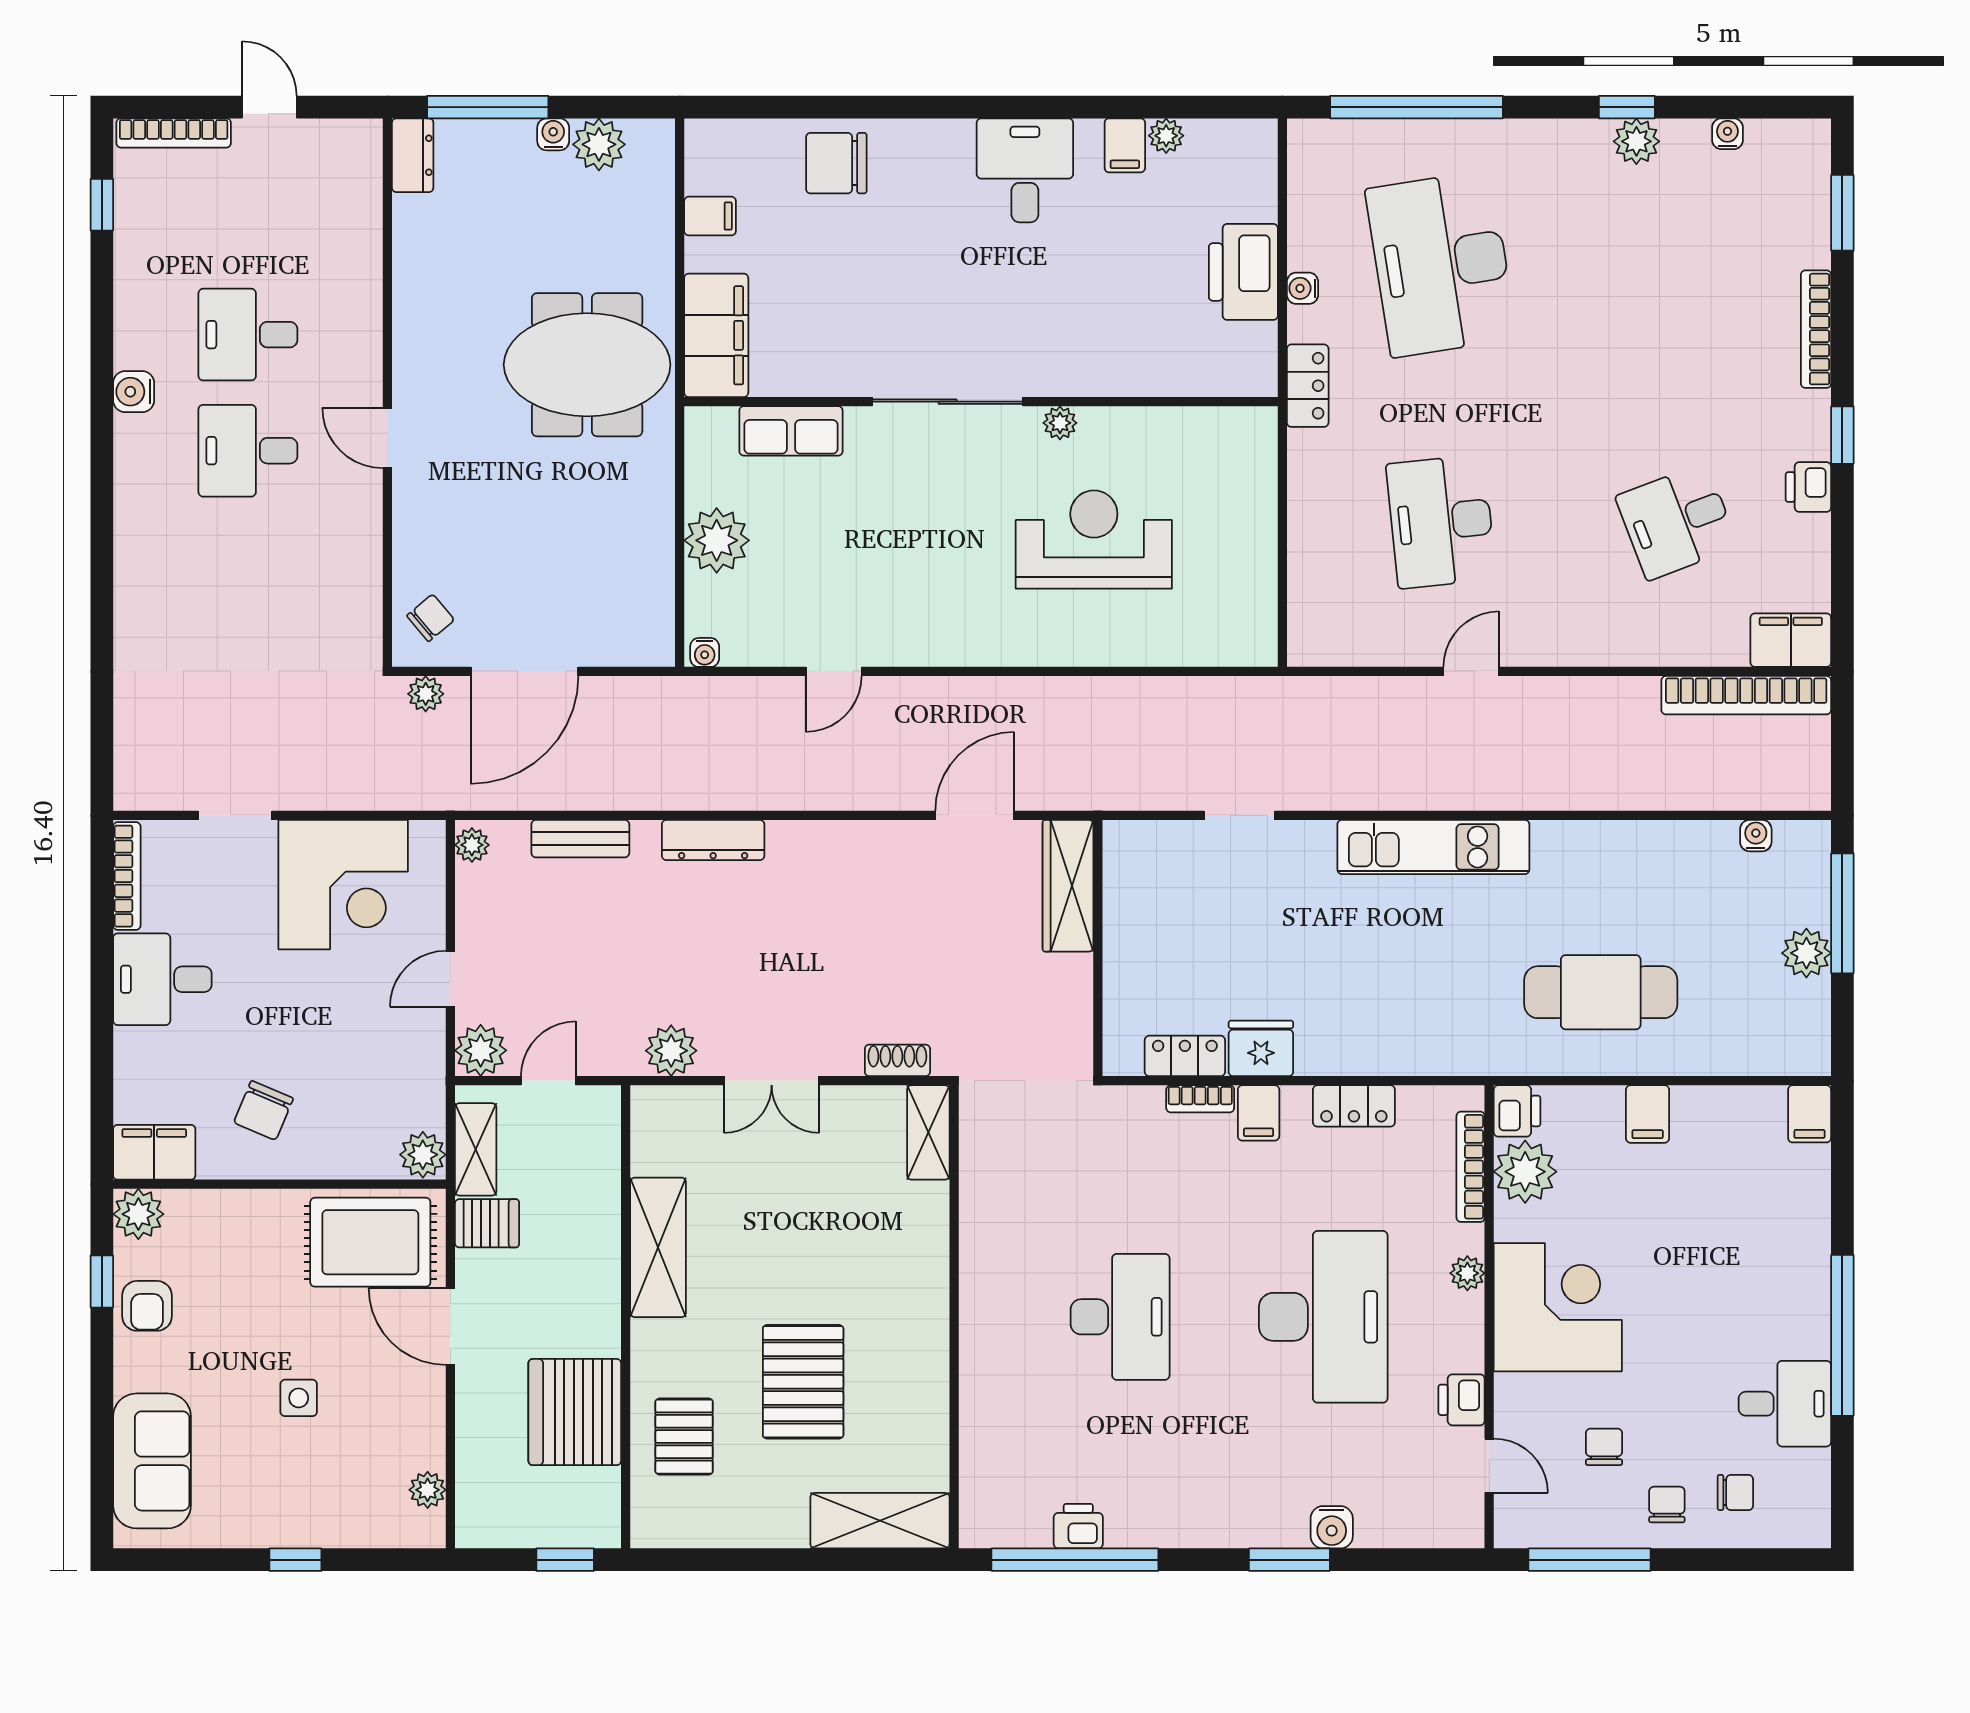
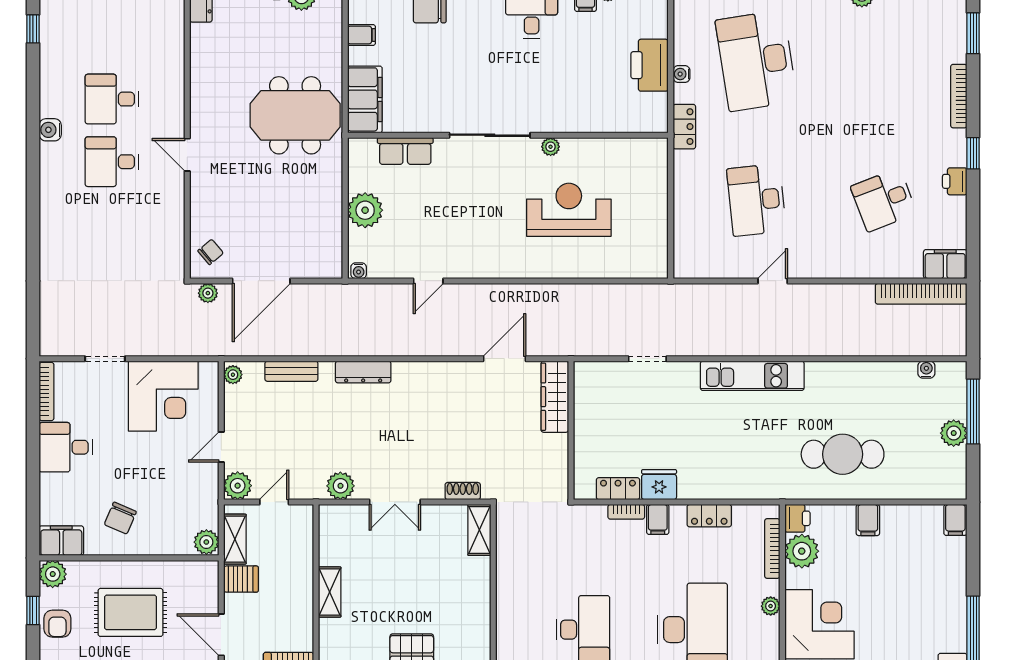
rug: (370, 1242) -> (131, 612), moved
shelving: (658, 1247) -> (330, 592), width x0.67, depth x0.75

